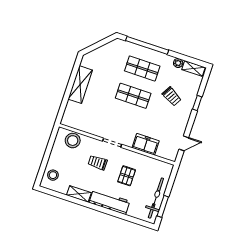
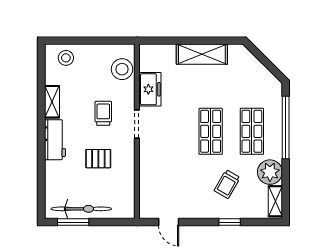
plant: (178, 63) -> (270, 172), width x1.88, depth x1.88
freezer: (146, 144) -> (150, 89), moved
workbench: (109, 202) -> (55, 140), width x0.73

